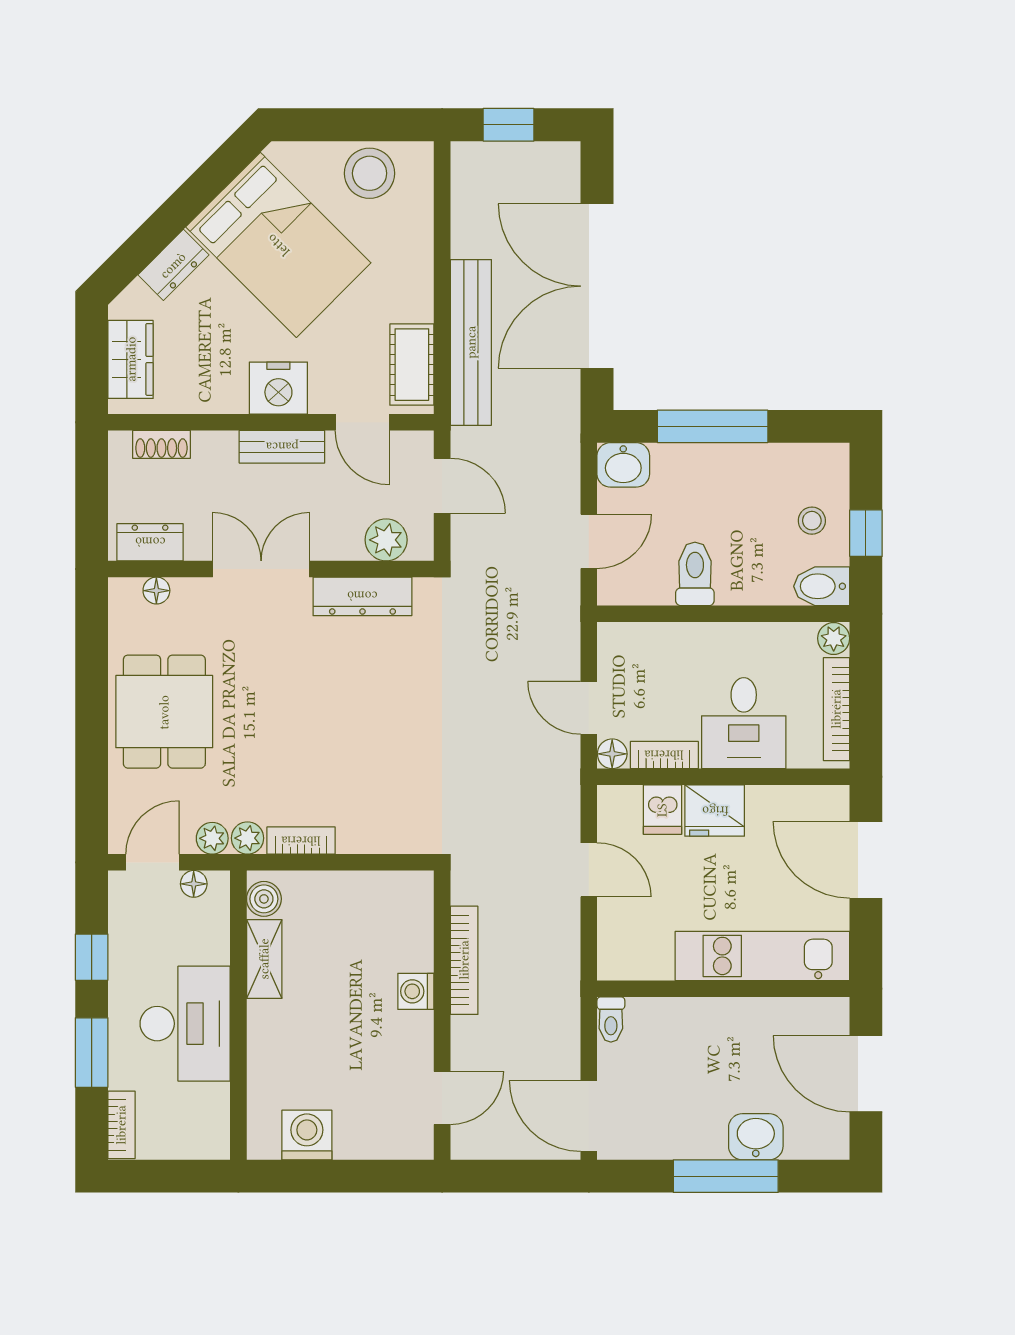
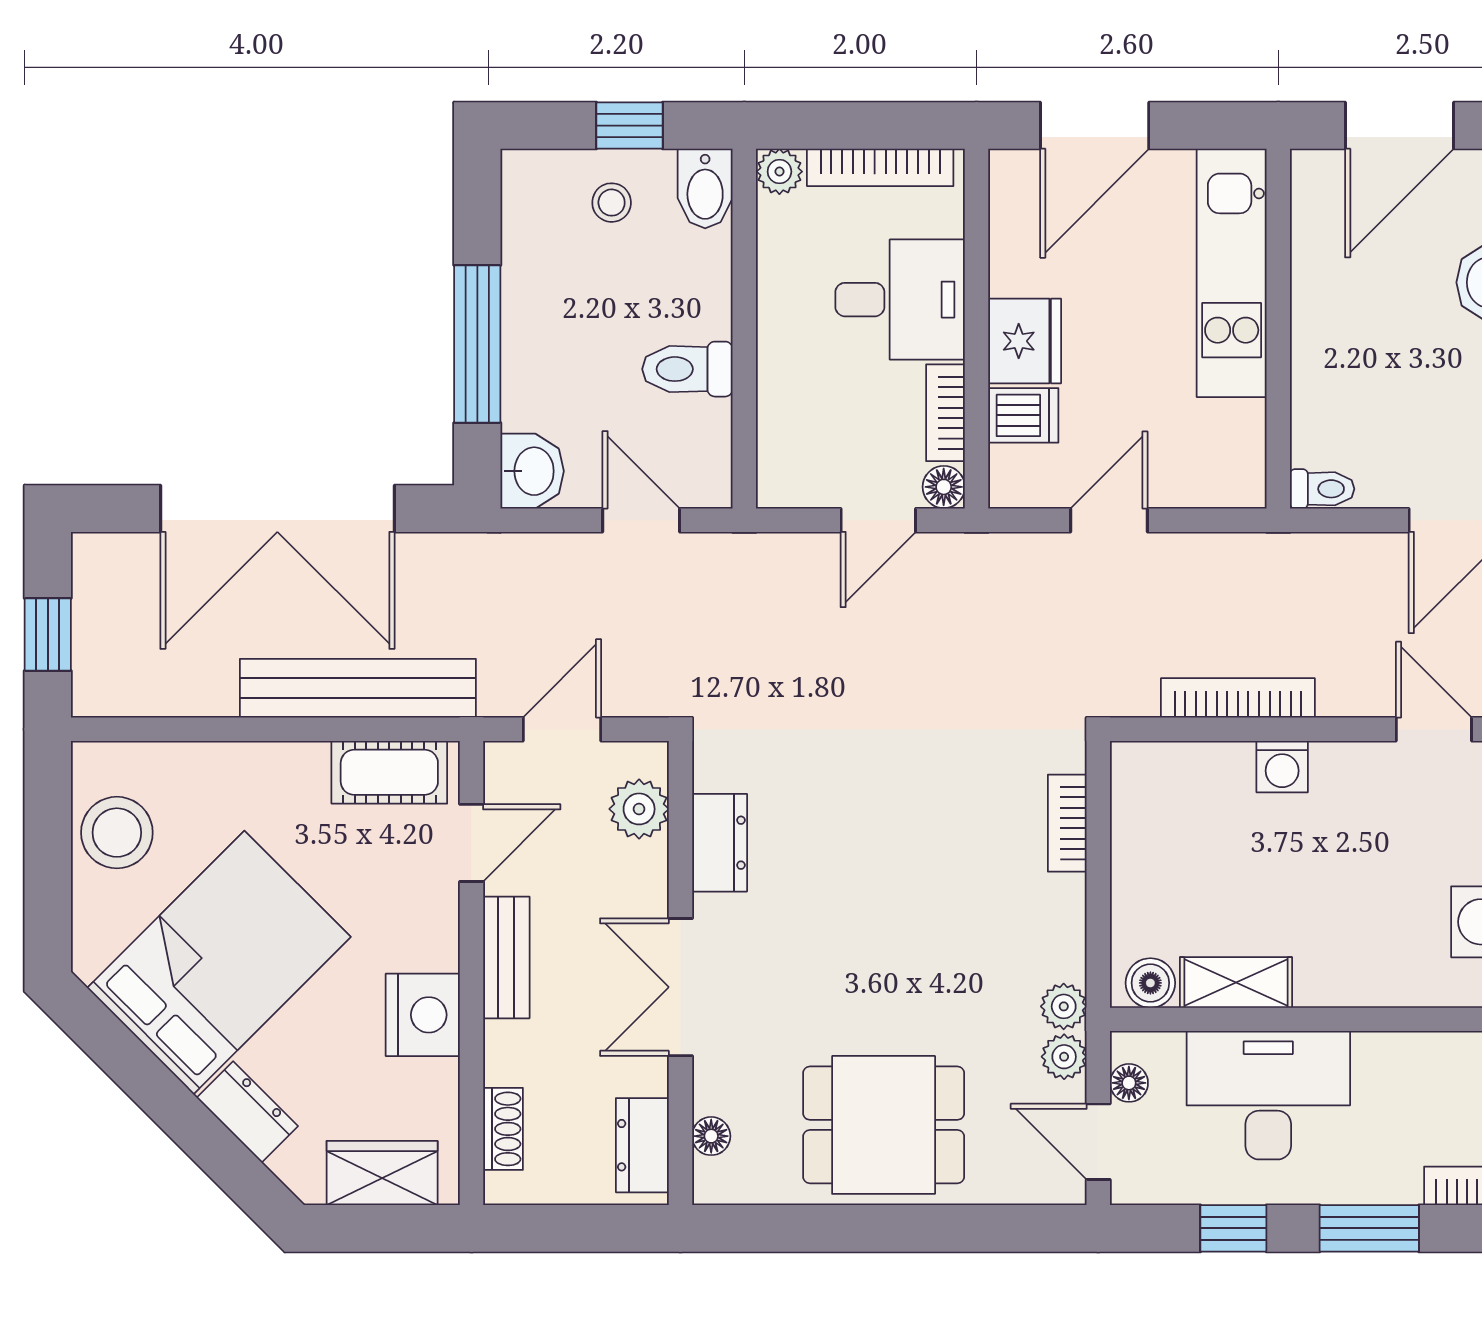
nightstand: (278, 388) -> (423, 1015), moved
dresser: (362, 596) -> (720, 843), width x0.70
bookcase: (301, 841) -> (1067, 823), moved
desk: (185, 1024) -> (1268, 1095), moved

